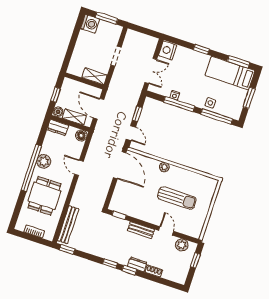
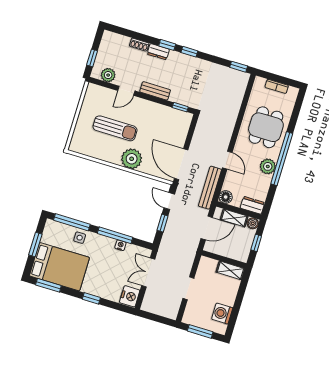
washing machine: (90, 24) -> (222, 313), moved
bed: (230, 73) -> (59, 267), width x1.50
shelving: (95, 76) -> (230, 270), moved
door: (99, 109) -> (207, 228), hinge flipped
plant: (164, 167) -> (132, 159), width x1.87, depth x1.87
sun lounger: (177, 198) -> (115, 128), turned 180
bench: (68, 225) -> (210, 188), moved
door: (166, 231) -> (126, 91), hinge flipped

